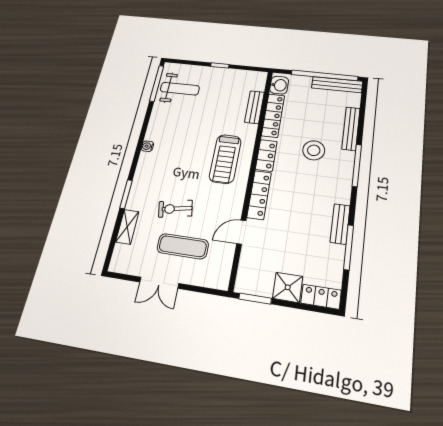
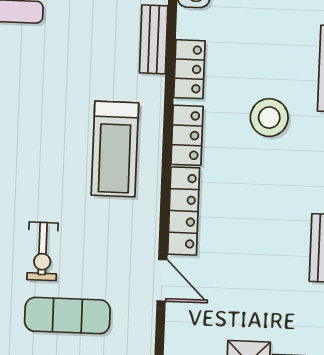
locker: (273, 115) -> (189, 69), width x0.66
exercise bike: (175, 209) -> (43, 251), turned -79
door: (241, 232) -> (162, 280), swing flipped

